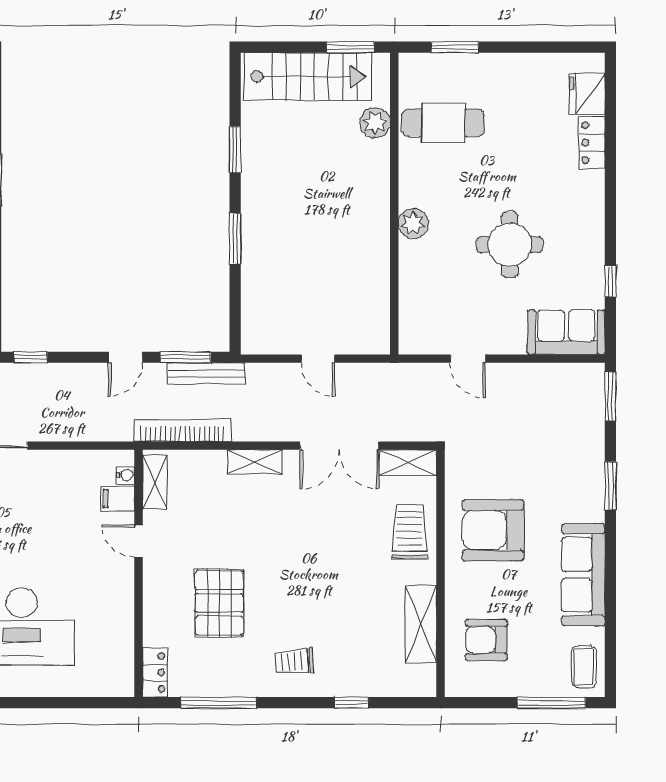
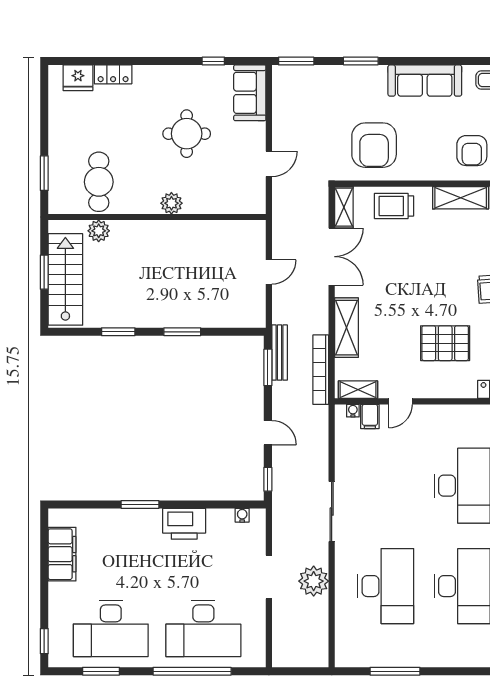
window: (351, 47) -> (44, 272), moved
door: (125, 357) -> (268, 433), moved
shelving: (255, 462) -> (346, 328), width x1.50, depth x1.33
armchair: (493, 530) -> (374, 145), moved

